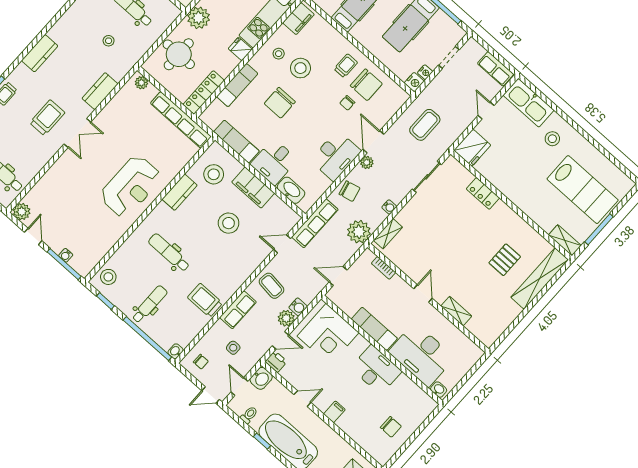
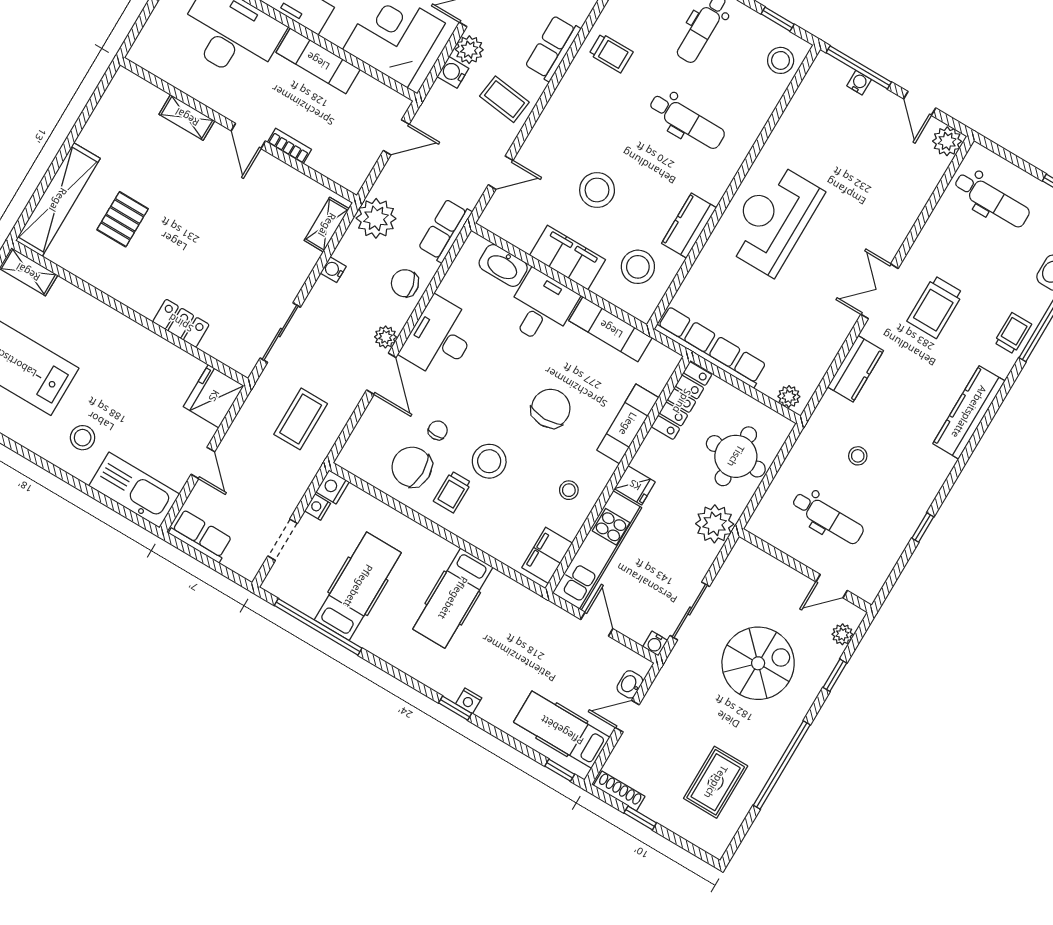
kitchen counter: (40, 53) -> (969, 412), width x1.50
stool: (300, 68) -> (489, 461), moved
row of seats: (315, 223) -> (445, 230), width x0.68
bookcase: (383, 268) -> (289, 146), moved
trolley: (205, 300) -> (611, 53), width x0.73, depth x0.72

